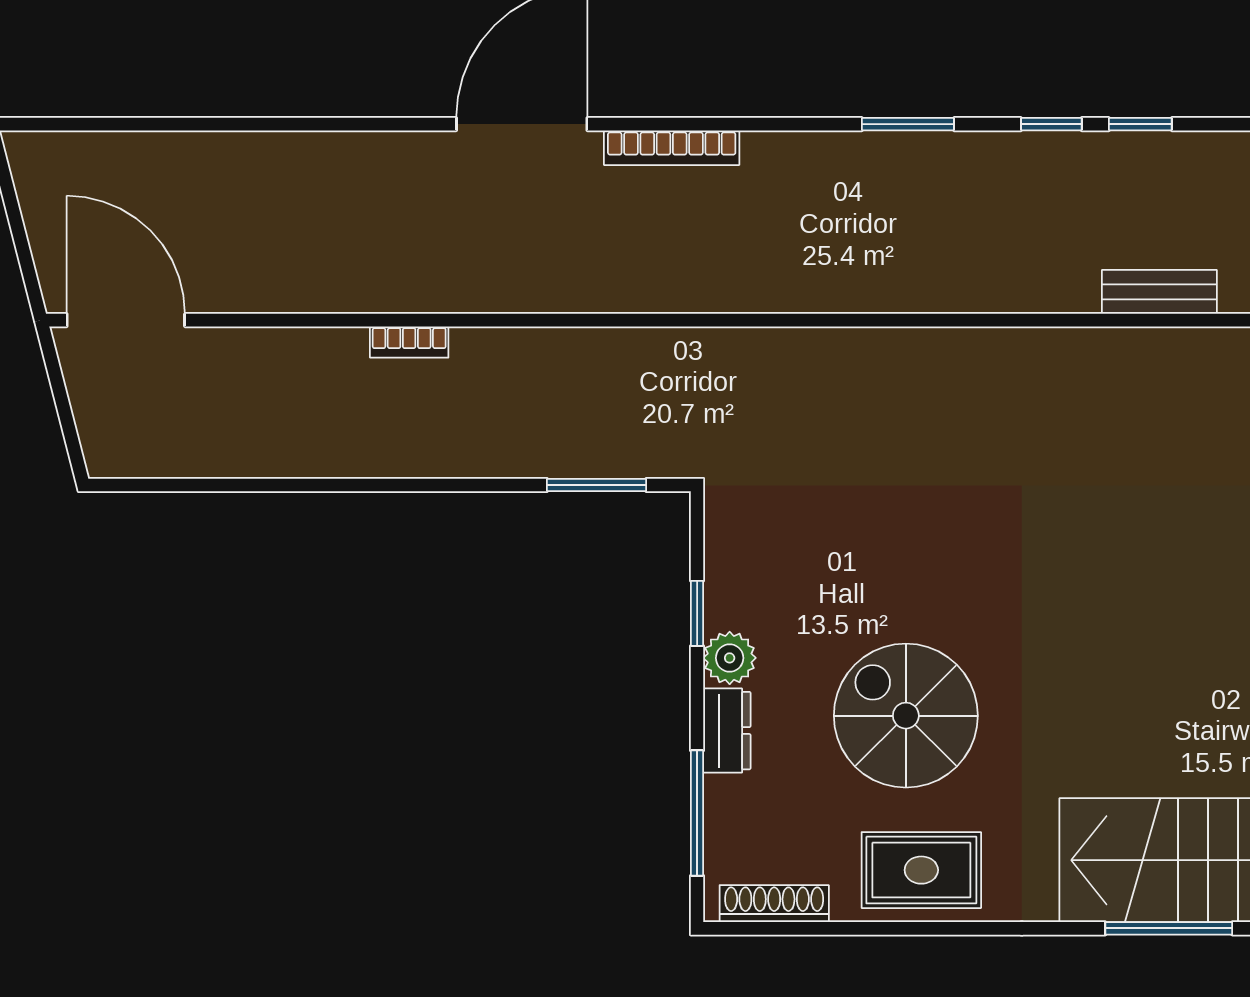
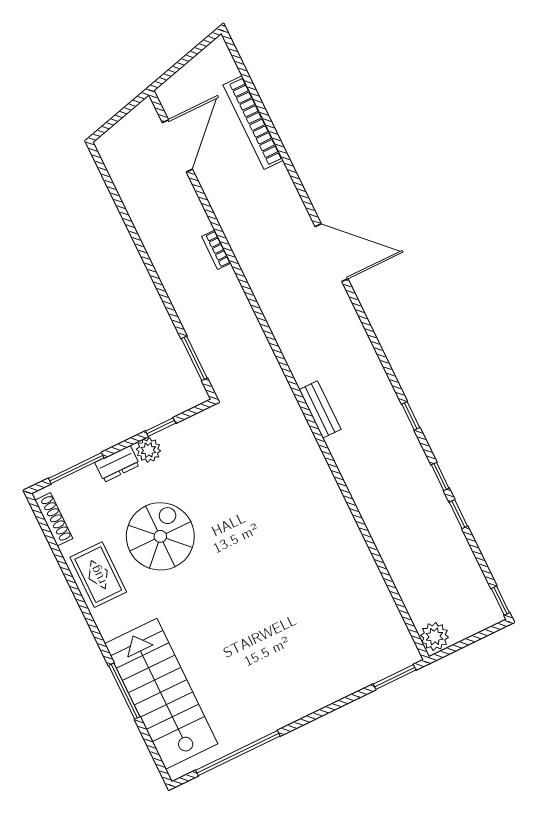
window: (908, 124) -> (411, 416), width x0.67
bookcase: (672, 148) -> (253, 123), moved, width x1.48, depth x1.31
bench: (1159, 292) -> (320, 410), moved
door: (126, 320) -> (177, 146), moved

